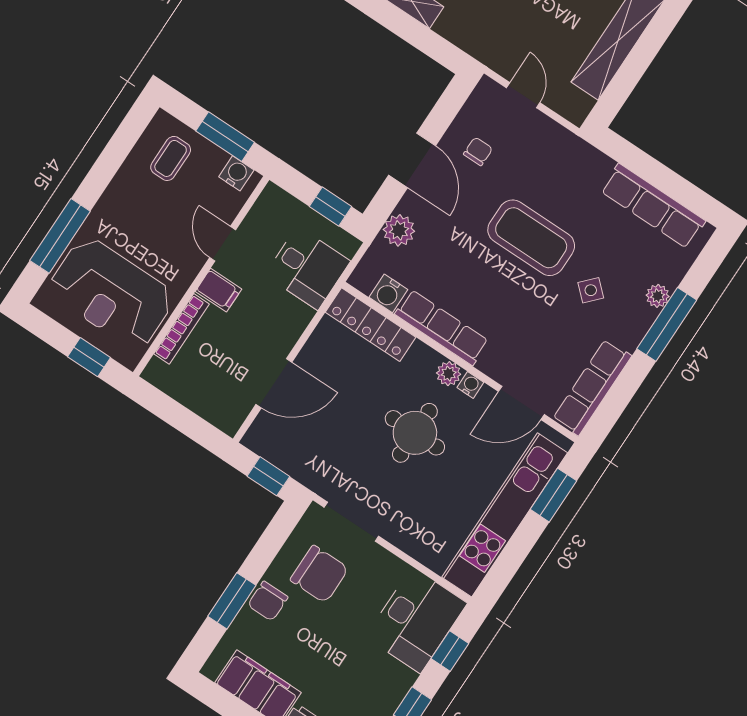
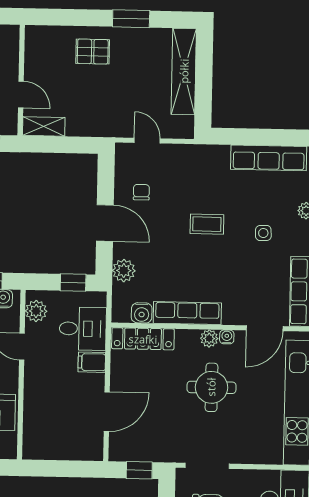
plant: (266, 212) -> (36, 311), added
coffee table: (531, 238) -> (207, 224), width x0.54, depth x0.58
filing cabinet: (218, 290) -> (92, 362), moved, turned 180
side table: (591, 290) -> (263, 233), turned 45
bookcase: (181, 329) -> (30, 414), removed

